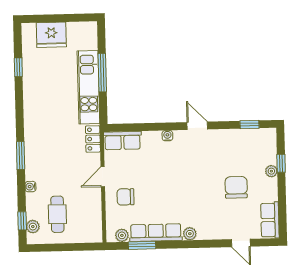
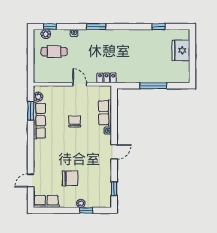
kitchen unit: (88, 87) -> (143, 76), removed
row of seats: (123, 141) -> (105, 113), moved
chair: (126, 197) -> (75, 121), moved
plant: (190, 234) -> (38, 145), removed

